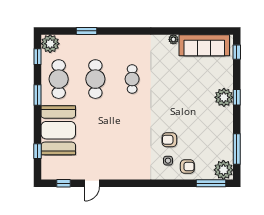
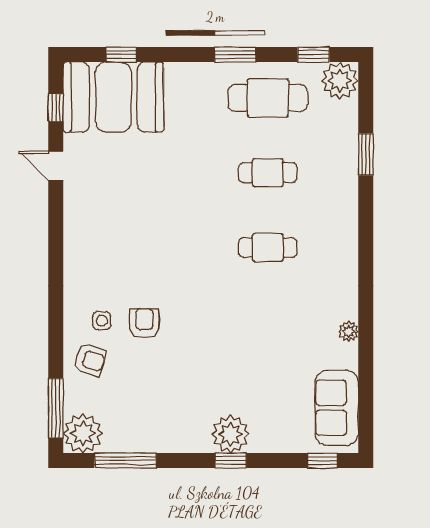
sofa: (204, 45) -> (337, 408), width x0.73
cafe table: (95, 79) -> (268, 173), width x0.73, depth x0.74
booth: (58, 130) -> (113, 97), moved
armchair: (187, 167) -> (90, 360), turned -72

